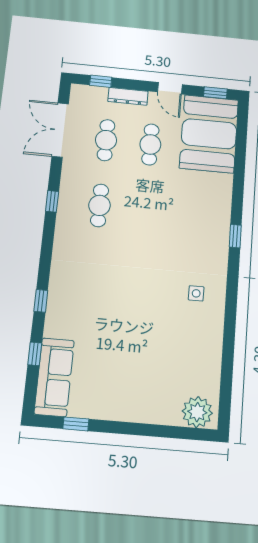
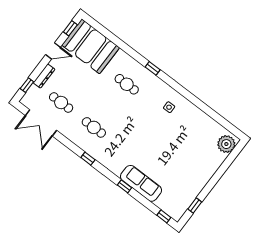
cafe table: (150, 144) -> (127, 84), moved
window: (52, 201) -> (88, 159), moved
window: (35, 354) -> (164, 216), moved
sofa: (54, 377) -> (141, 183), moved

